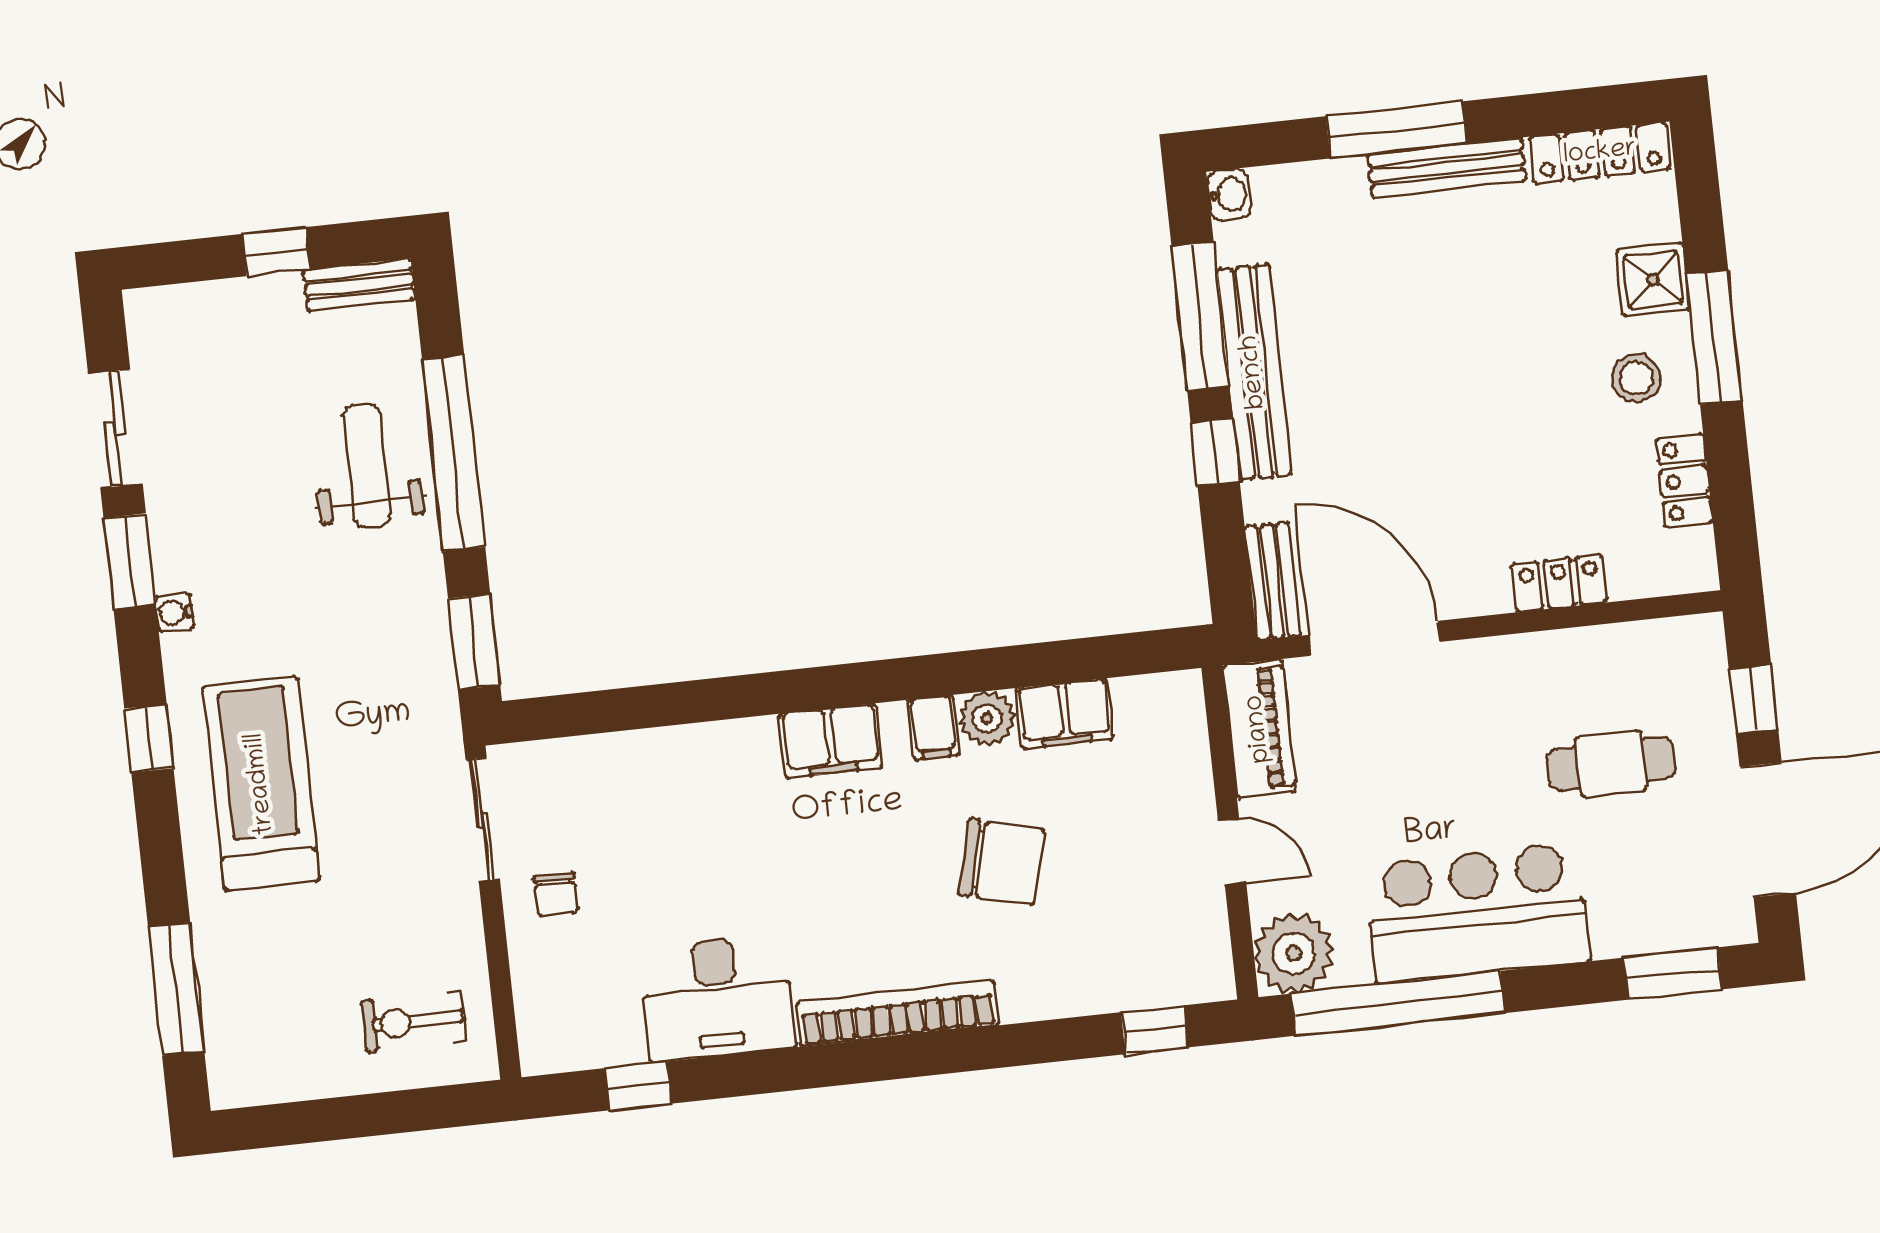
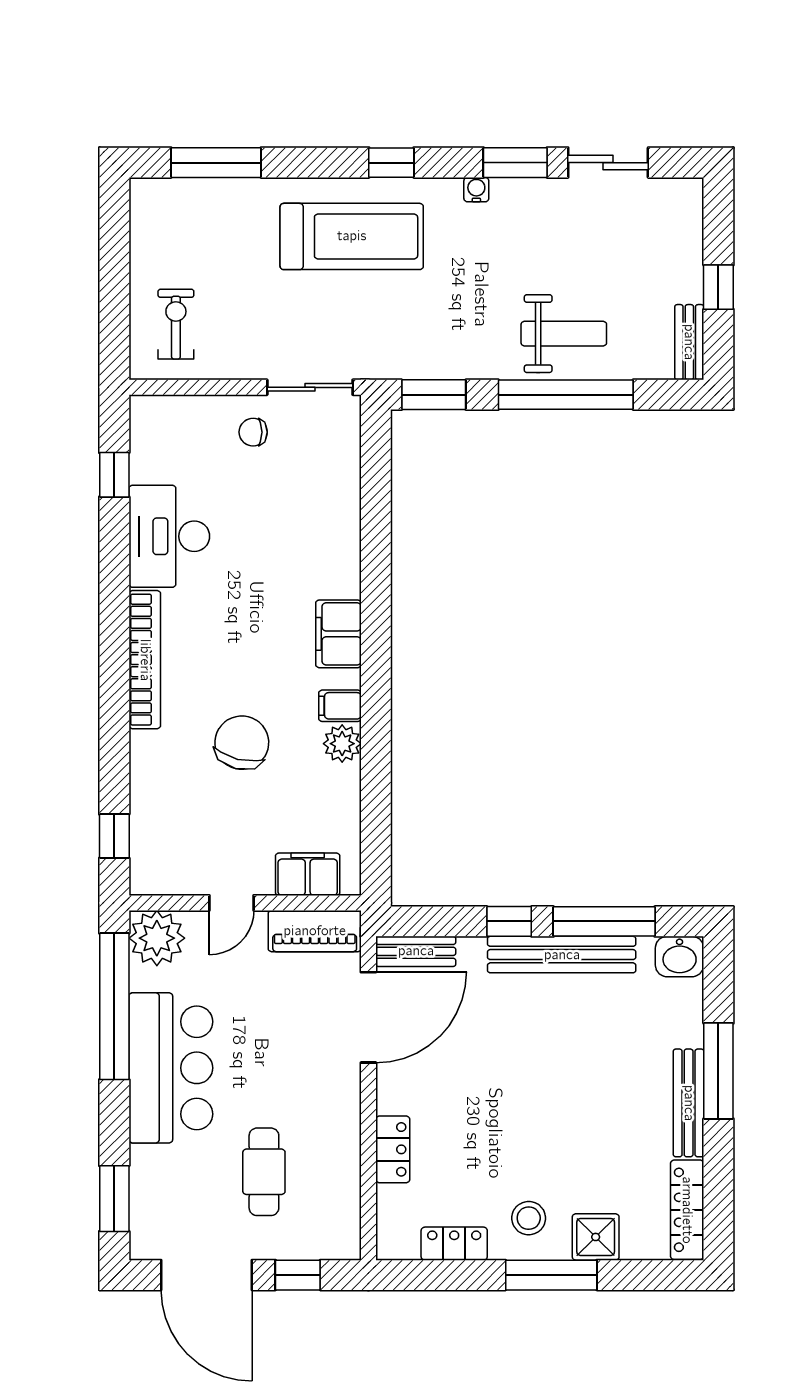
washbasin: (1229, 195) -> (680, 957), width x1.38, depth x1.45
filing cabinet: (1064, 714) -> (308, 874), moved, turned 90
chair: (1001, 862) -> (242, 743), turned 180

